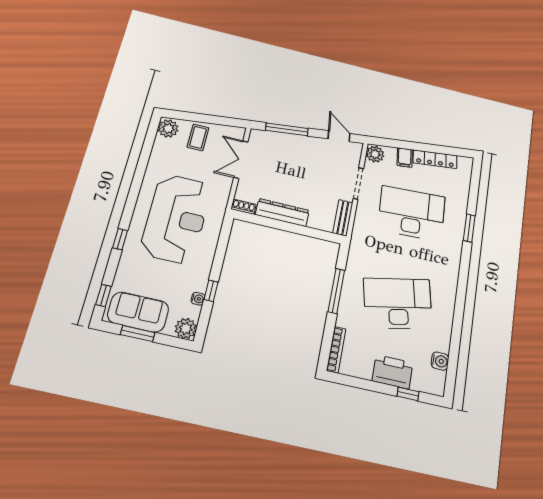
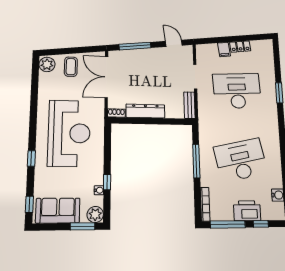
plant: (375, 154) -> (202, 52), removed
double door: (241, 159) -> (106, 77), width x1.37
locker: (435, 159) -> (240, 47), width x0.66
window: (138, 334) -> (83, 226), moved
window: (362, 384) -> (228, 224), added

